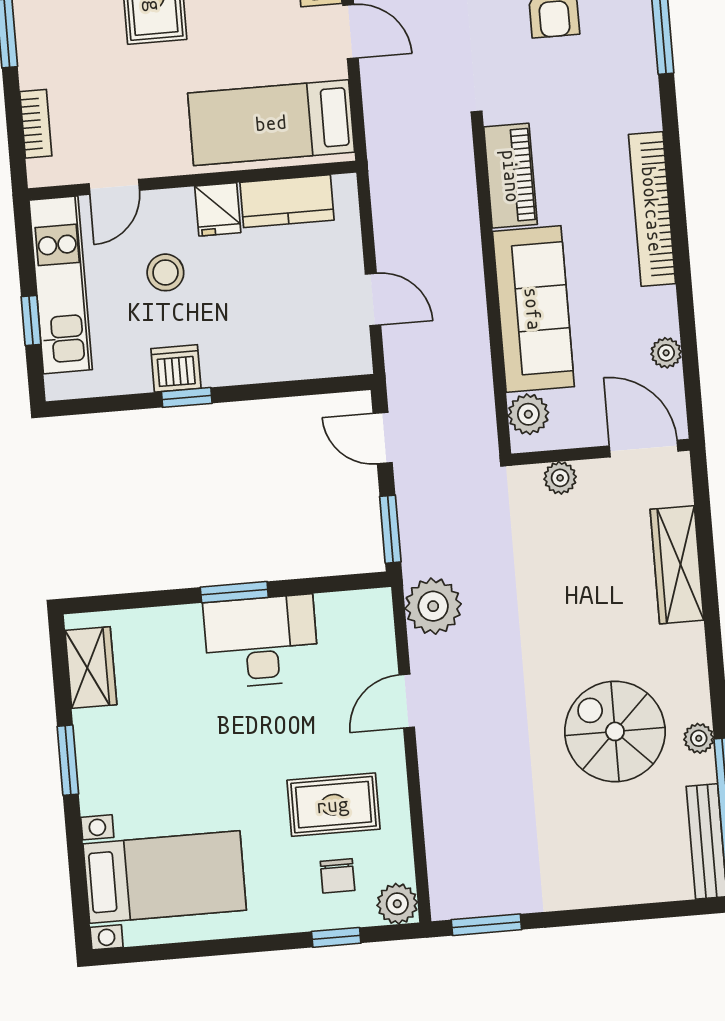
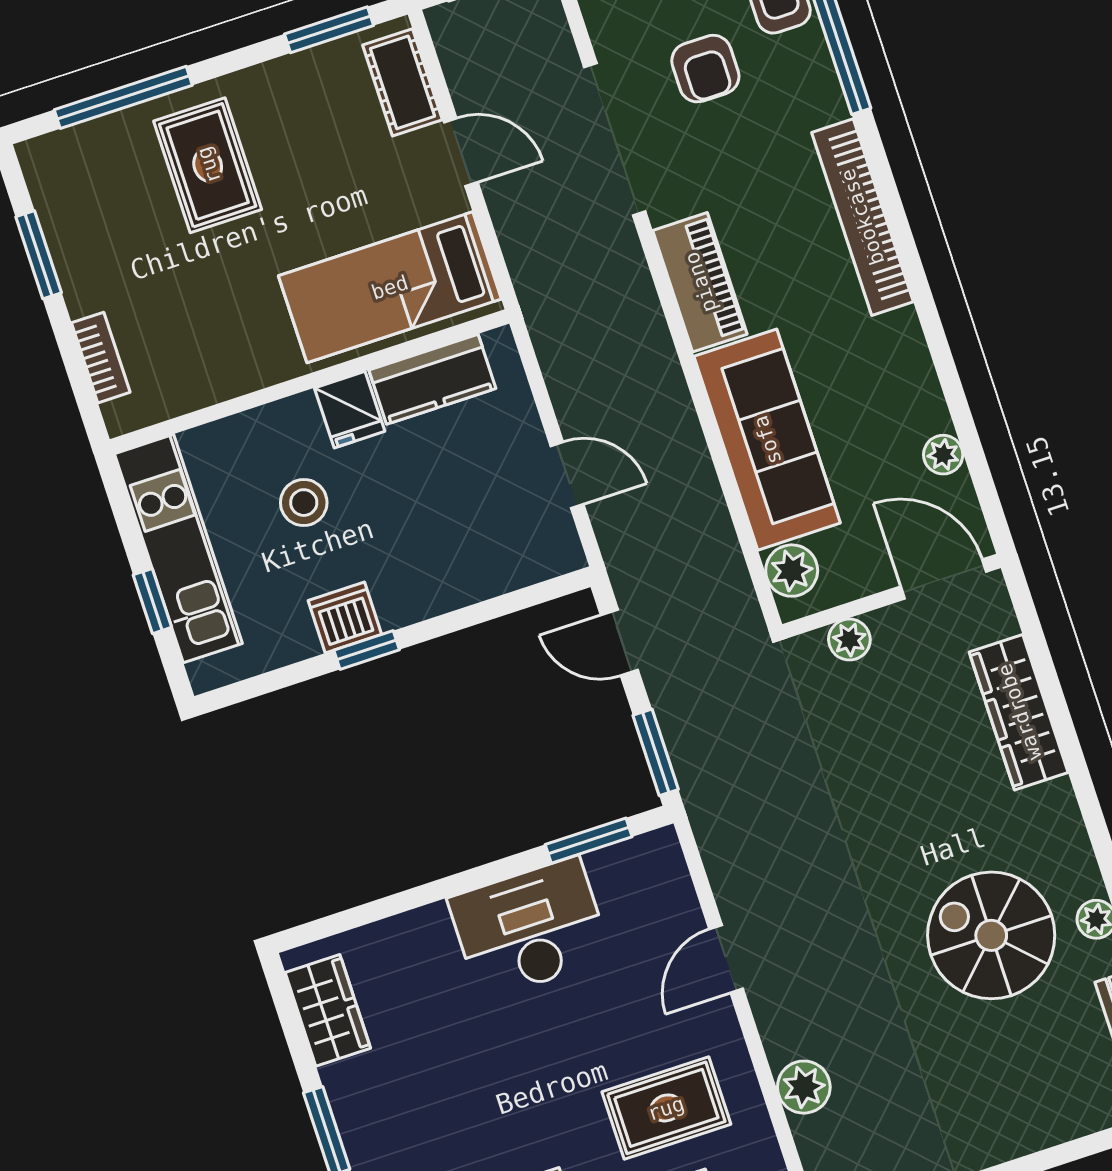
door: (114, 187) -> (216, 412), removed
bookcase: (652, 209) -> (862, 217), moved
window: (234, 592) -> (589, 841), moved
plant: (433, 606) -> (804, 1087), moved, width x0.73, depth x0.73

